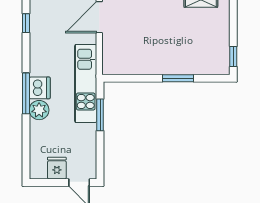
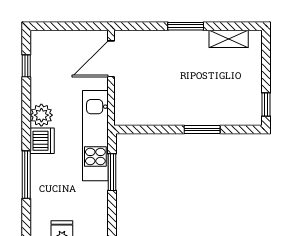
window: (26, 93) -> (26, 175), moved
plant: (39, 110) -> (41, 115), moved

